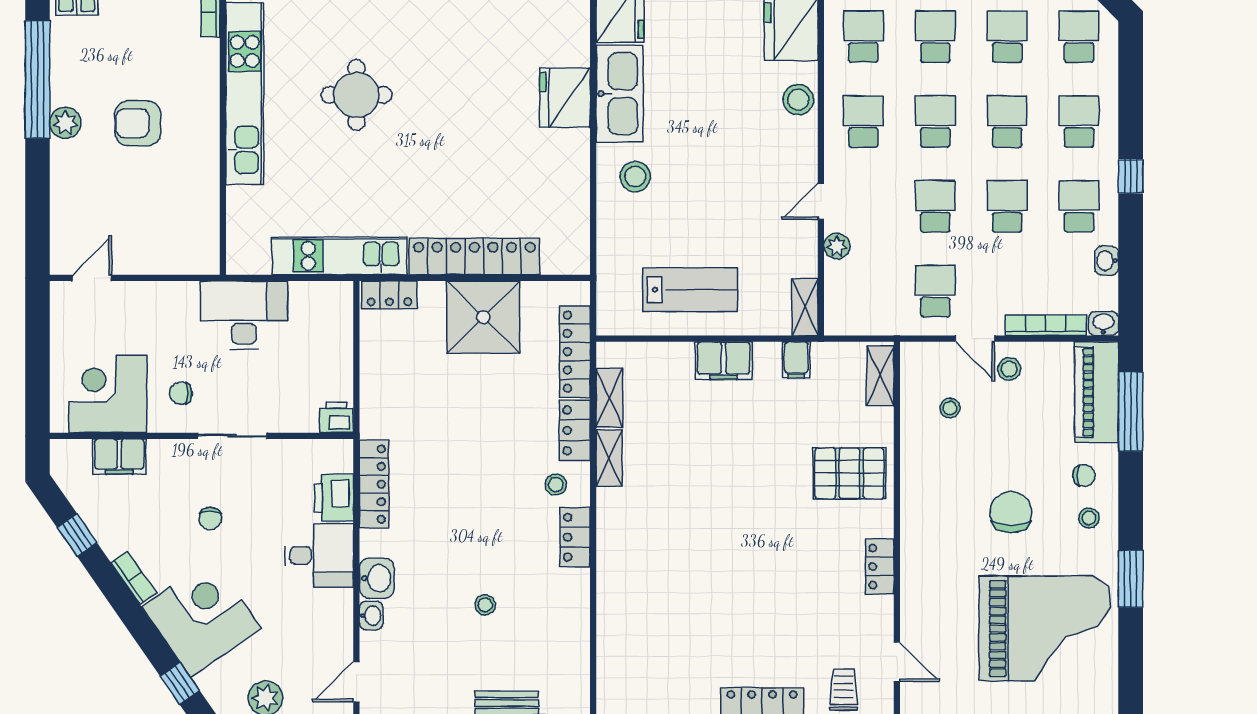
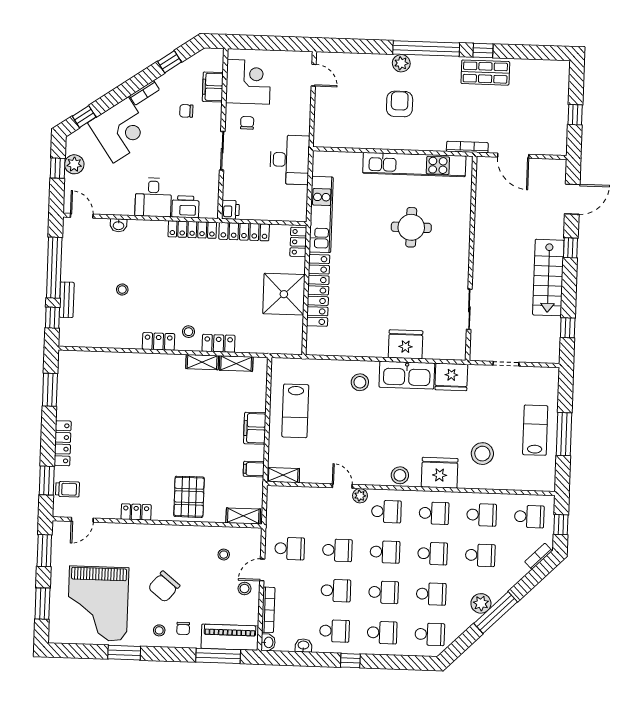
plant: (837, 246) -> (360, 496), moved
locker: (575, 352) -> (244, 232), moved, turned 180
chair: (1011, 512) -> (164, 587), turned 129
chair: (210, 518) -> (186, 111), moved
washbasin: (377, 578) -> (139, 229), removed

